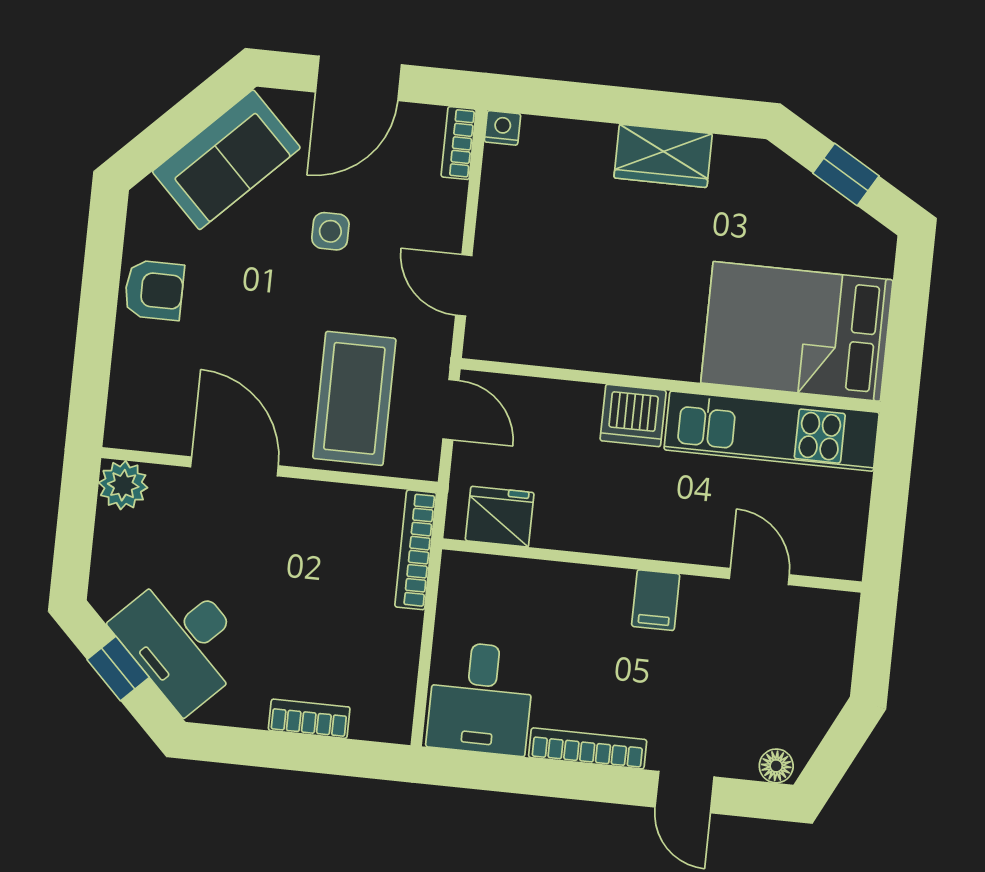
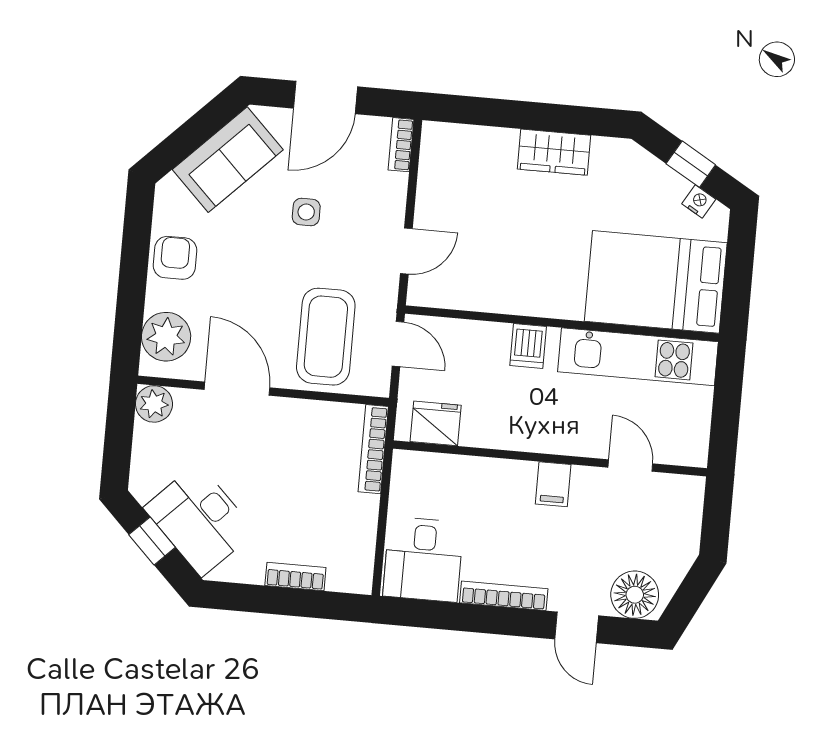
nightstand: (502, 128) -> (699, 201), moved, turned 30
door: (464, 285) -> (406, 251), swing flipped
armchair: (154, 290) -> (175, 258), turned -90
plant: (141, 396) -> (166, 337), added
dishwasher: (633, 416) -> (528, 346), width x0.73
floor lamp: (776, 766) -> (635, 595), width x1.89, depth x1.89

